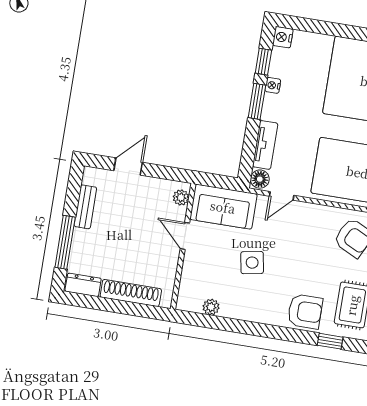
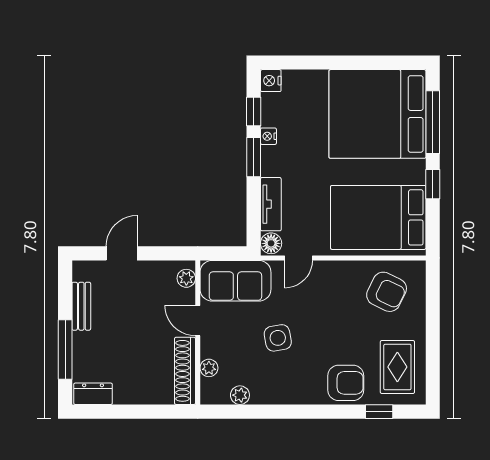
plant: (188, 279) -> (209, 368), added
shoe rack: (131, 293) -> (185, 371), moved, turned -90

